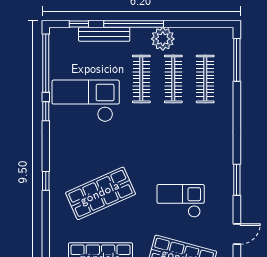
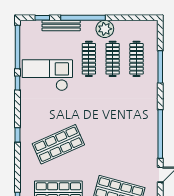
window: (237, 60) -> (160, 67), moved
window: (237, 180) -> (160, 134), width x2.11
checkout: (181, 201) -> (118, 150), removed

